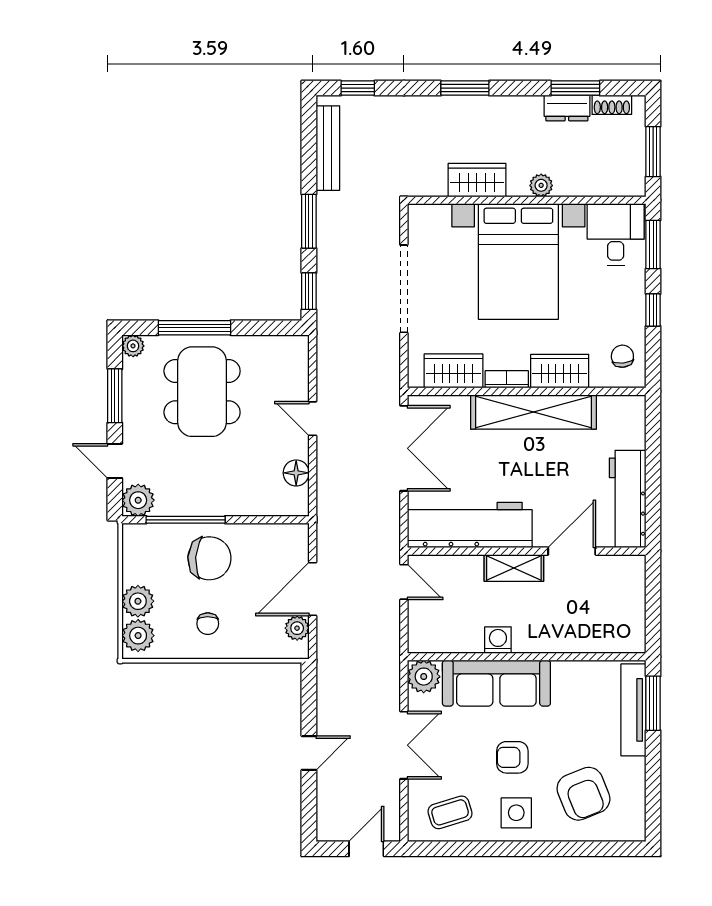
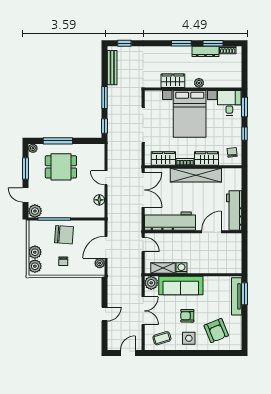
window: (465, 88) -> (181, 43), moved
dresser: (567, 108) -> (205, 51), width x1.44
window: (653, 152) -> (245, 69), removed
dining table: (202, 392) -> (61, 167), width x0.73
shelving: (514, 568) -> (163, 268), moved

